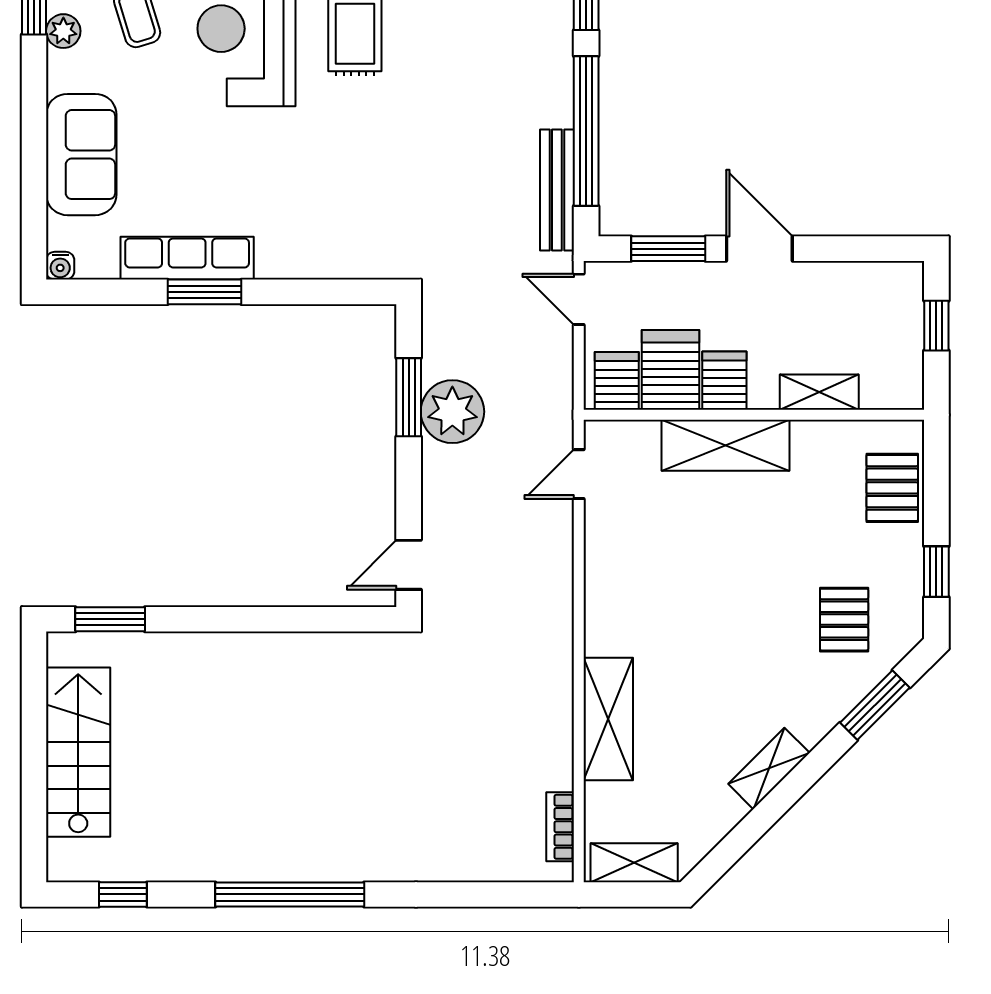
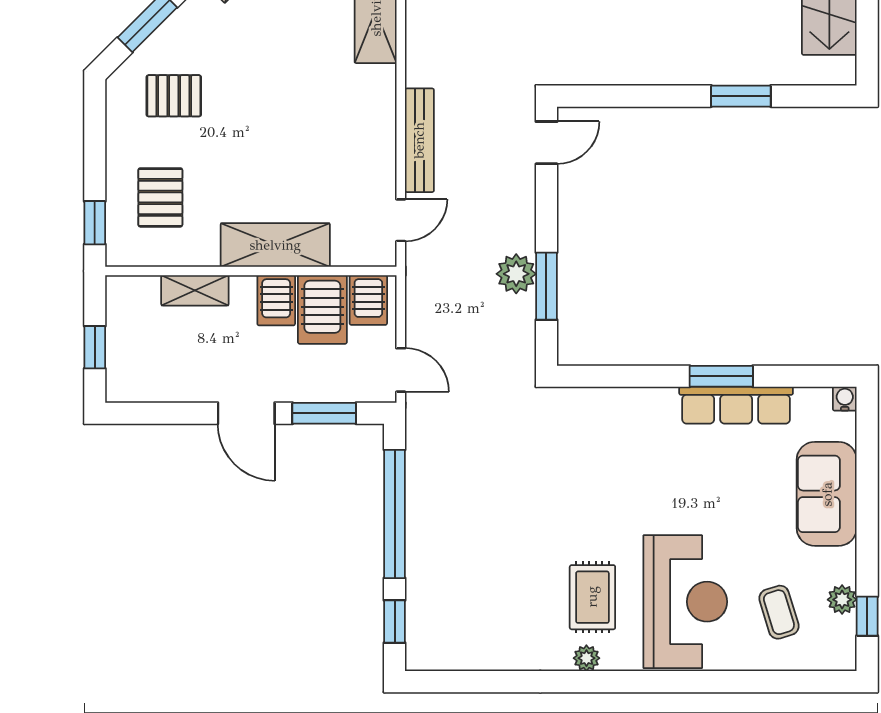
bench: (557, 190) -> (419, 140), moved
plant: (452, 412) -> (516, 274), width x0.73, depth x0.73
pallet: (892, 488) -> (160, 197), moved
window: (936, 572) -> (95, 223), moved
window: (110, 619) -> (741, 96), moved
pallet: (844, 620) -> (174, 96), turned 90

